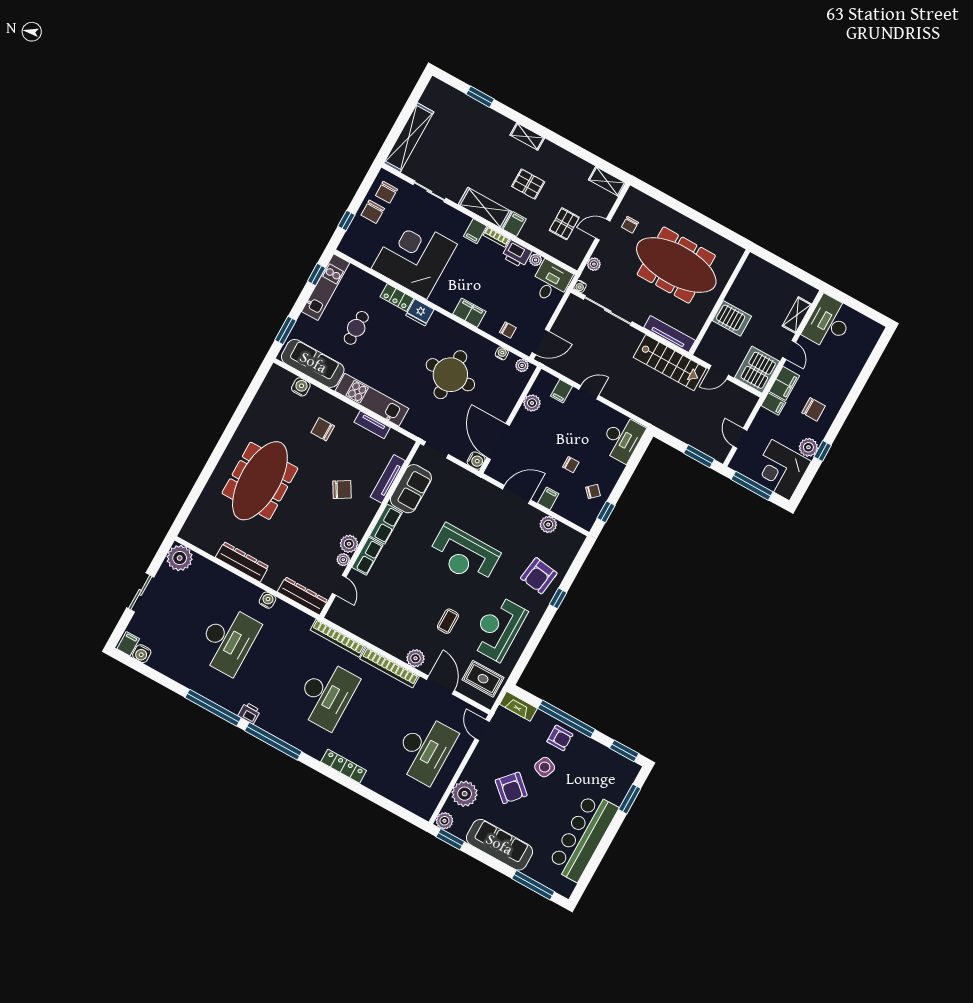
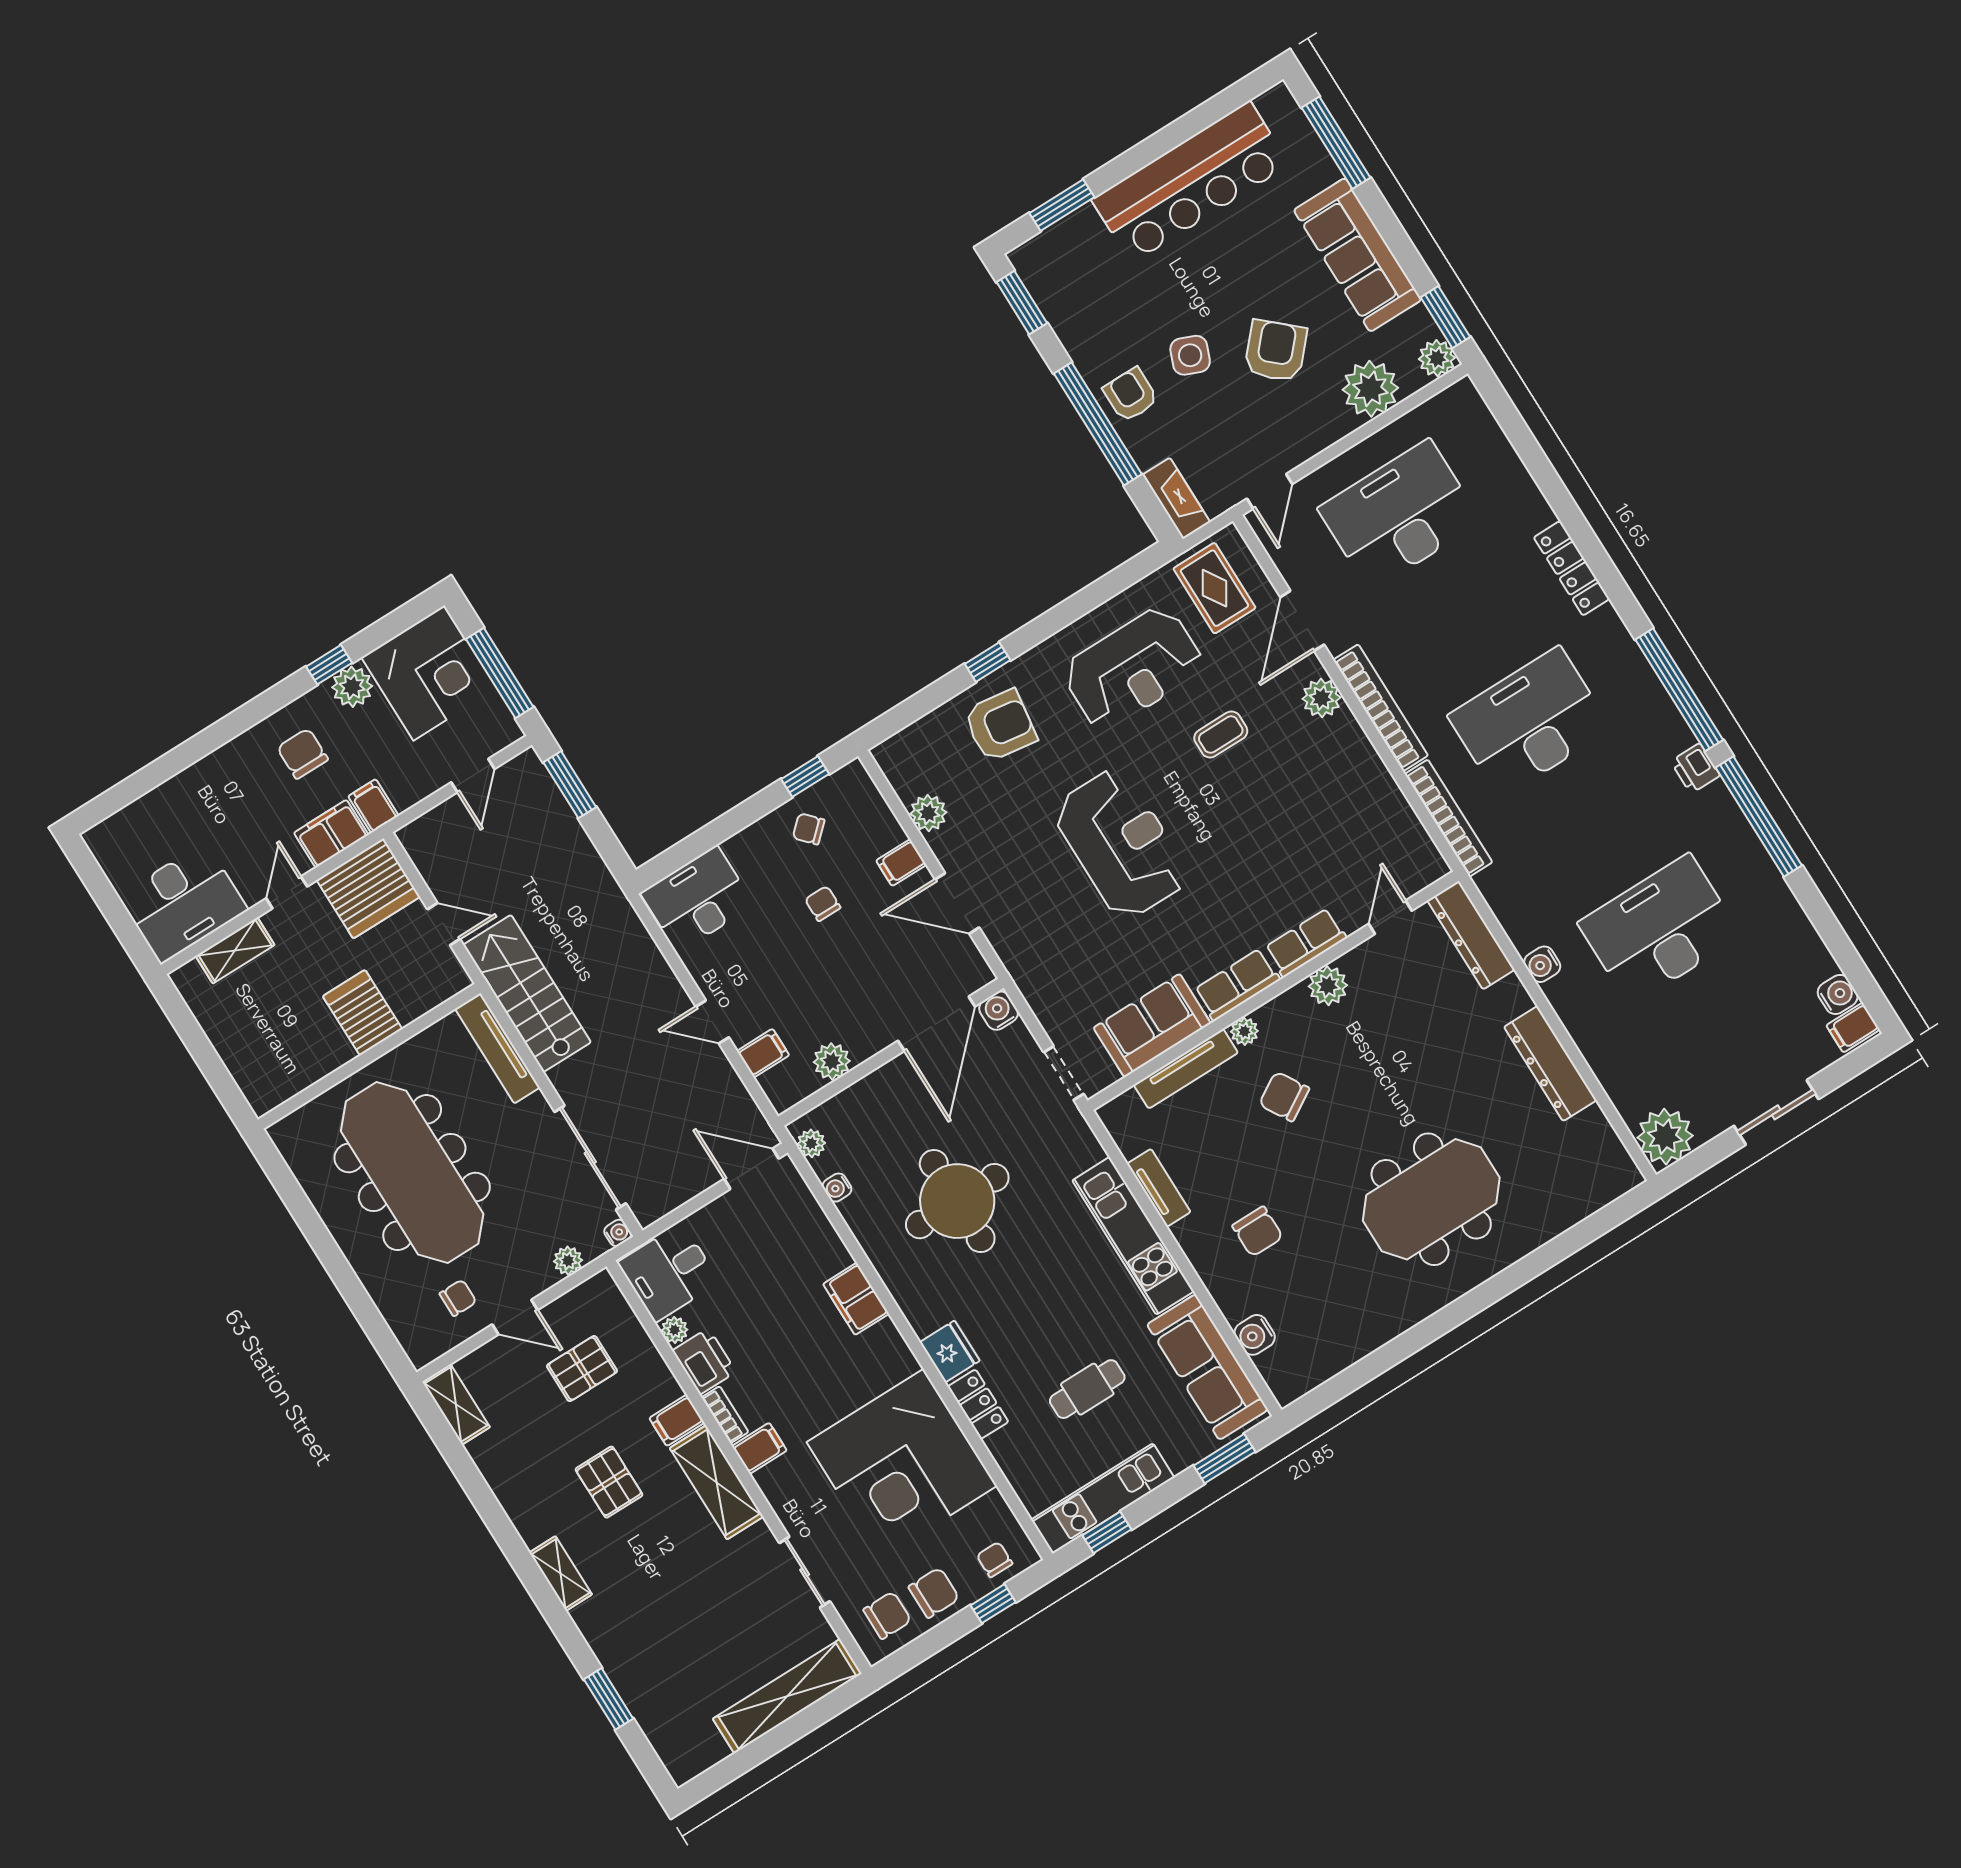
chair: (508, 330) -> (995, 1560), moved
meeting table: (260, 481) -> (1431, 1199), width x0.73
plant: (343, 560) -> (1244, 1031), moved

